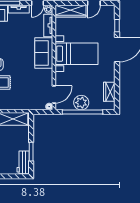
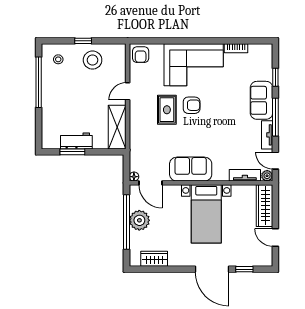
sofa: (44, 53) -> (191, 169), moved
workbench: (23, 162) -> (76, 141), moved

